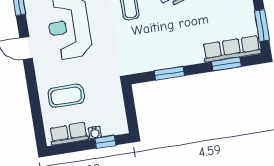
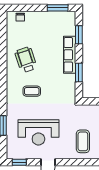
row of seats: (232, 49) -> (70, 55), moved

